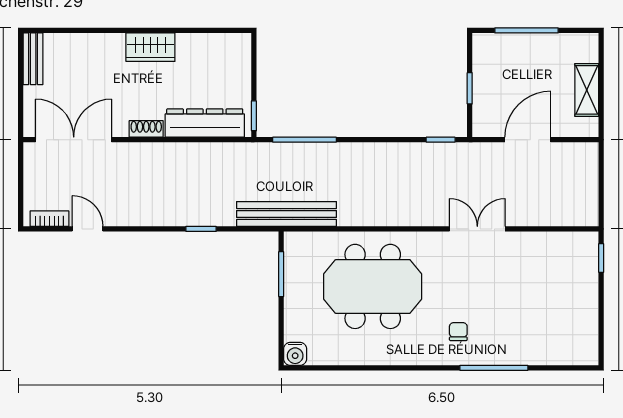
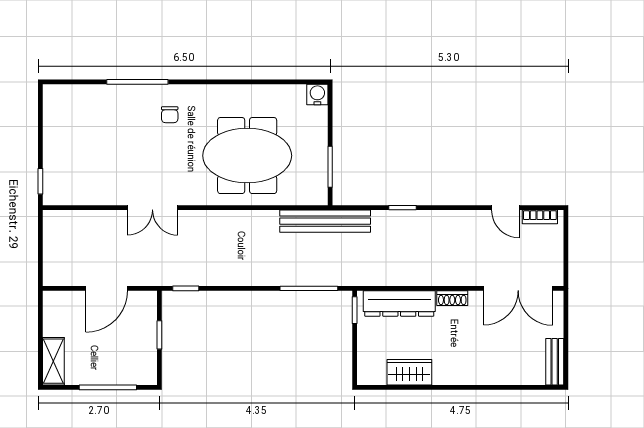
wardrobe: (150, 47) -> (409, 372), moved
shelving: (587, 90) -> (53, 361), moved

